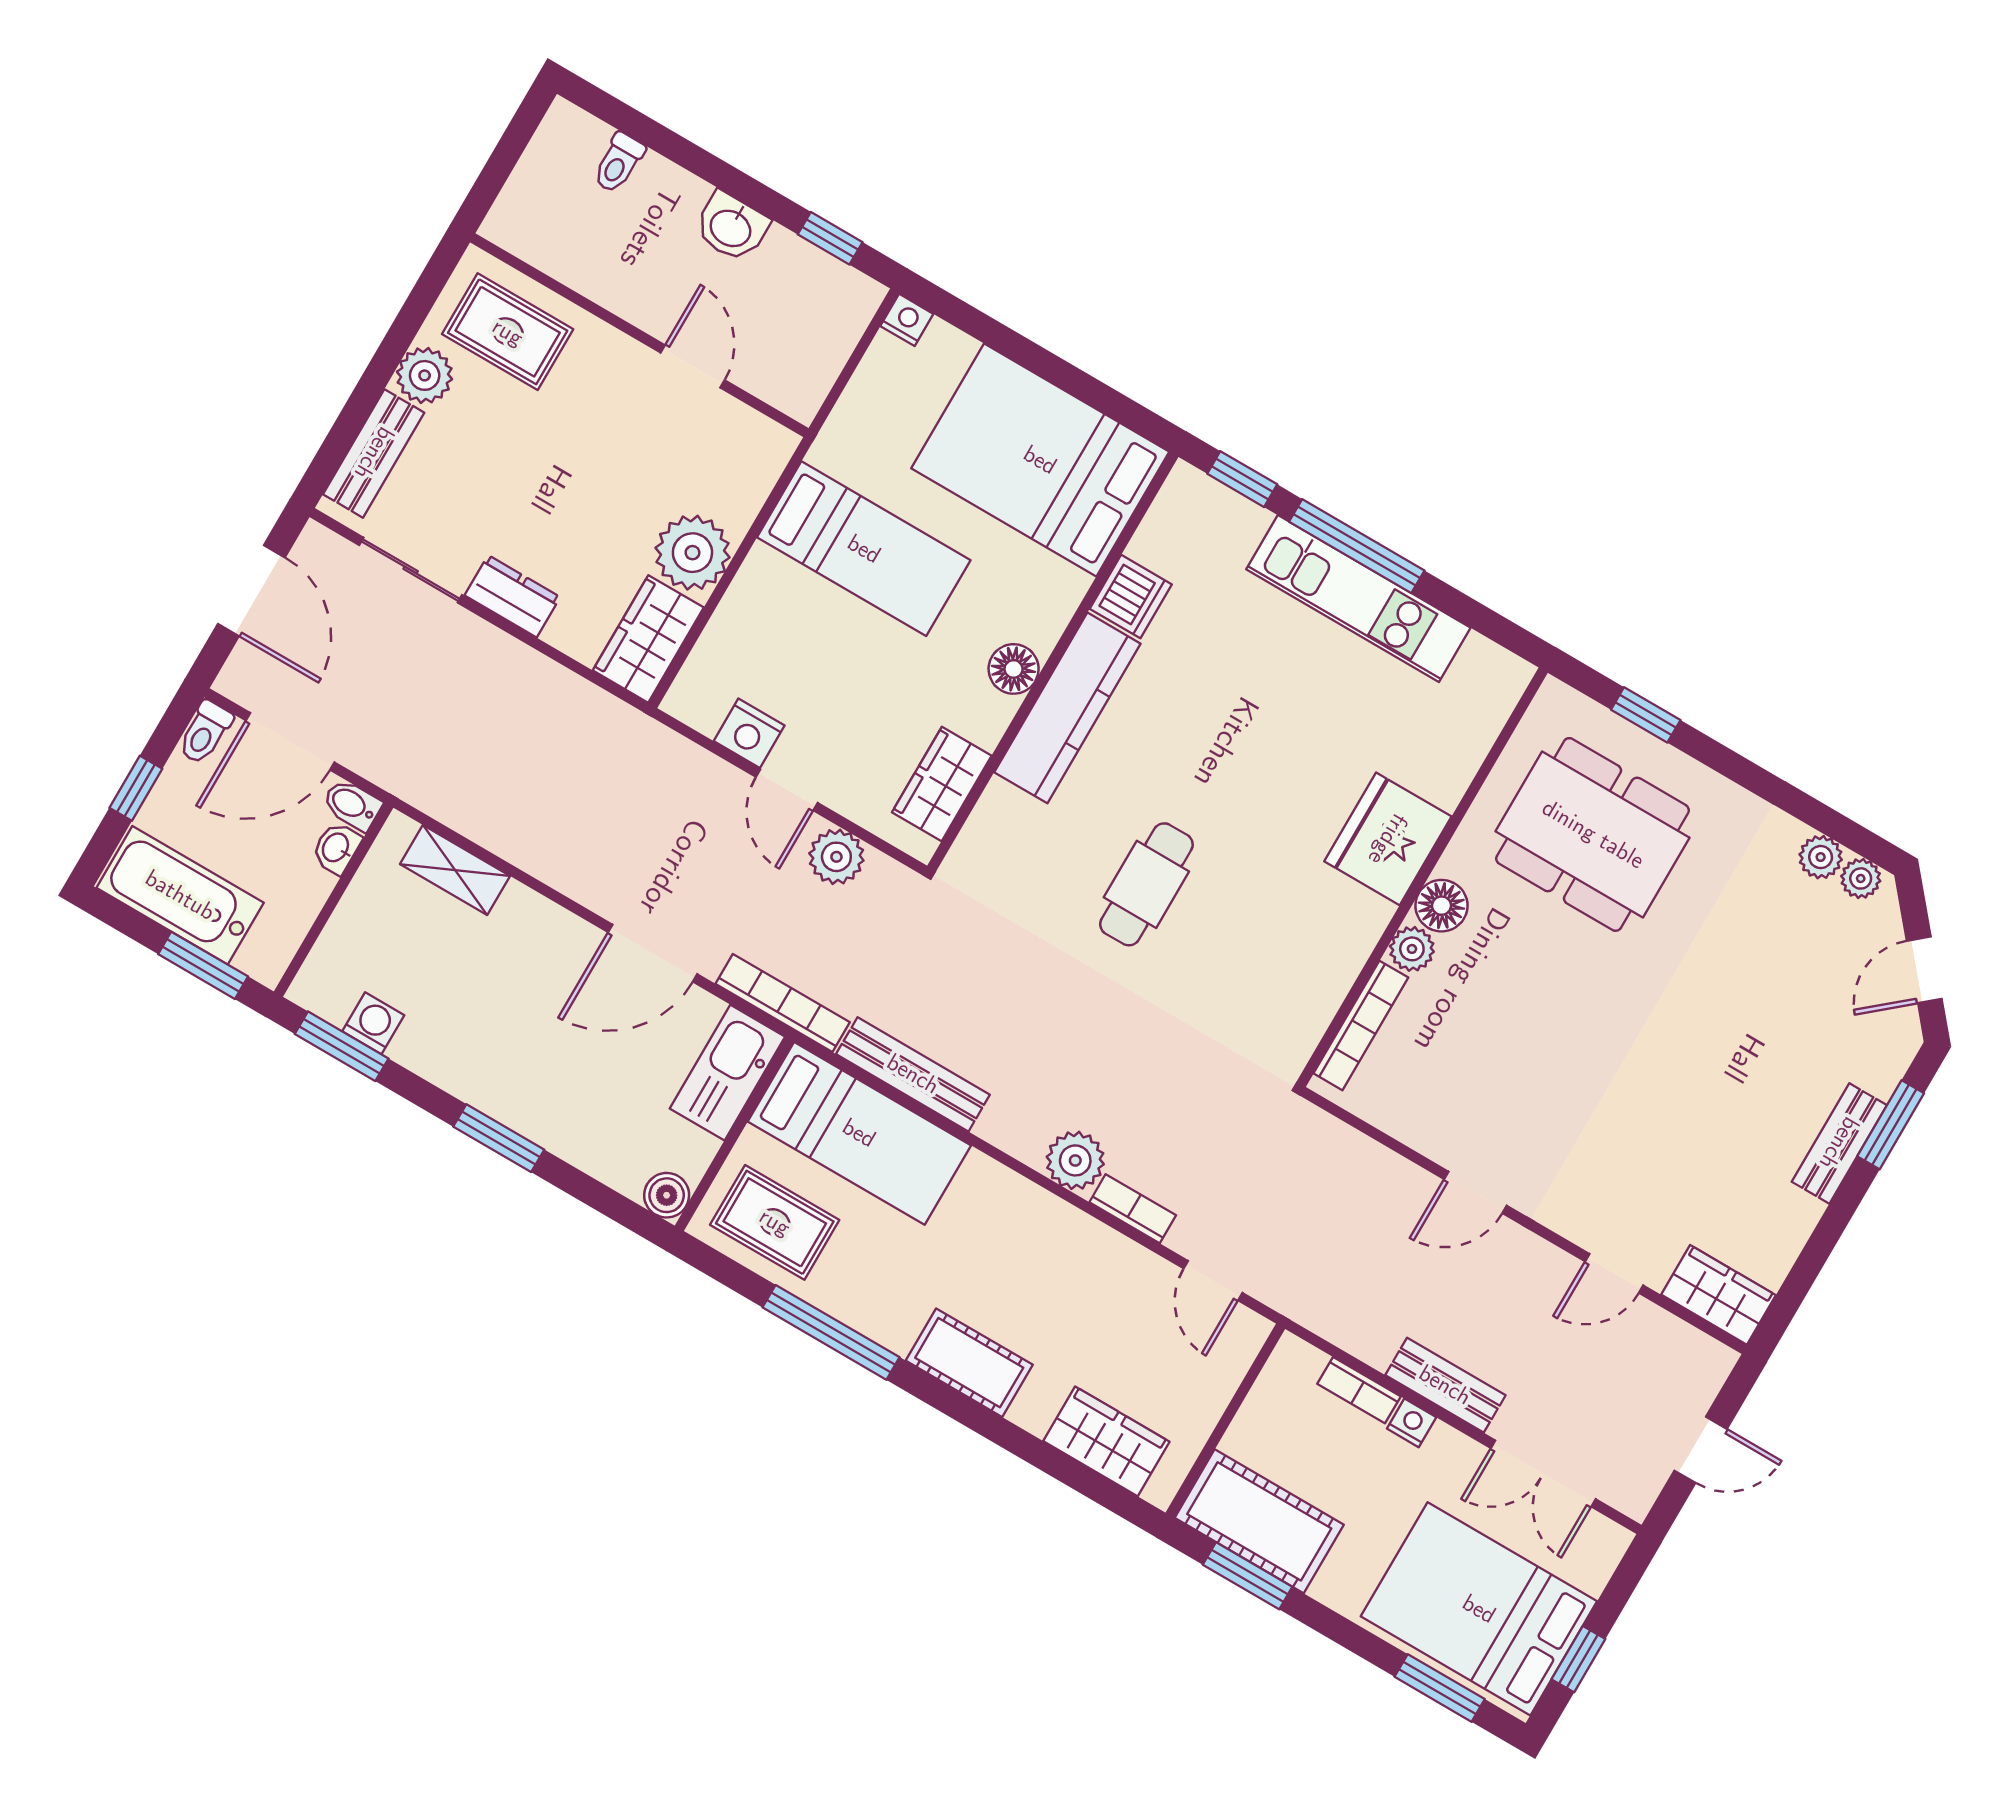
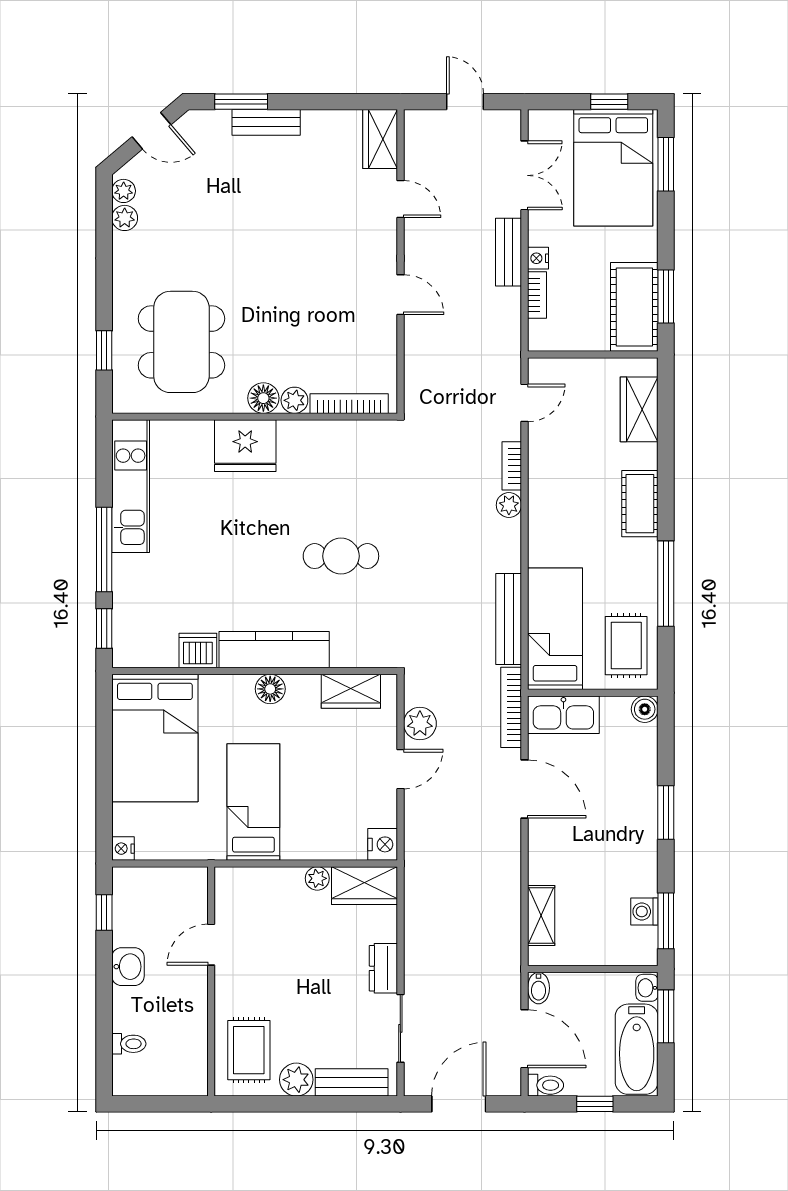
plant: (692, 553) -> (317, 878), width x0.53, depth x0.53
kitchen unit: (1358, 599) -> (131, 486), moved
nightstand: (749, 733) -> (383, 844), moved
washbasin: (336, 848) -> (647, 988), moved, turned 90
plant: (1075, 1160) -> (509, 505), width x0.73, depth x0.73

